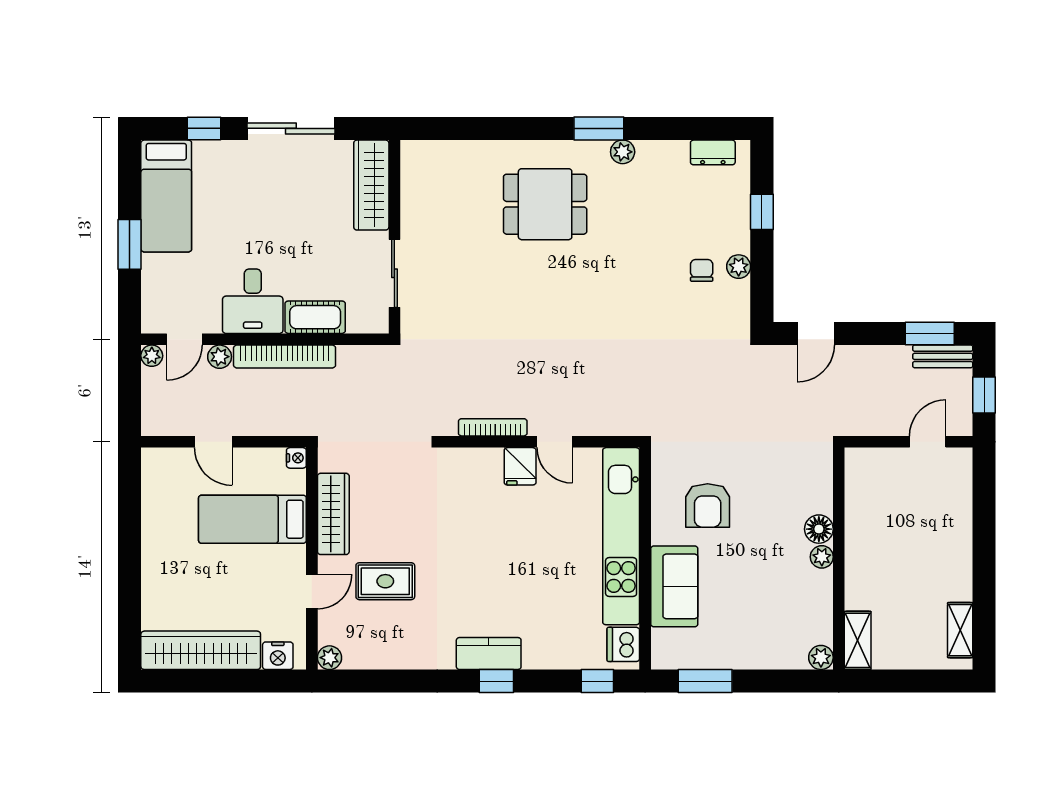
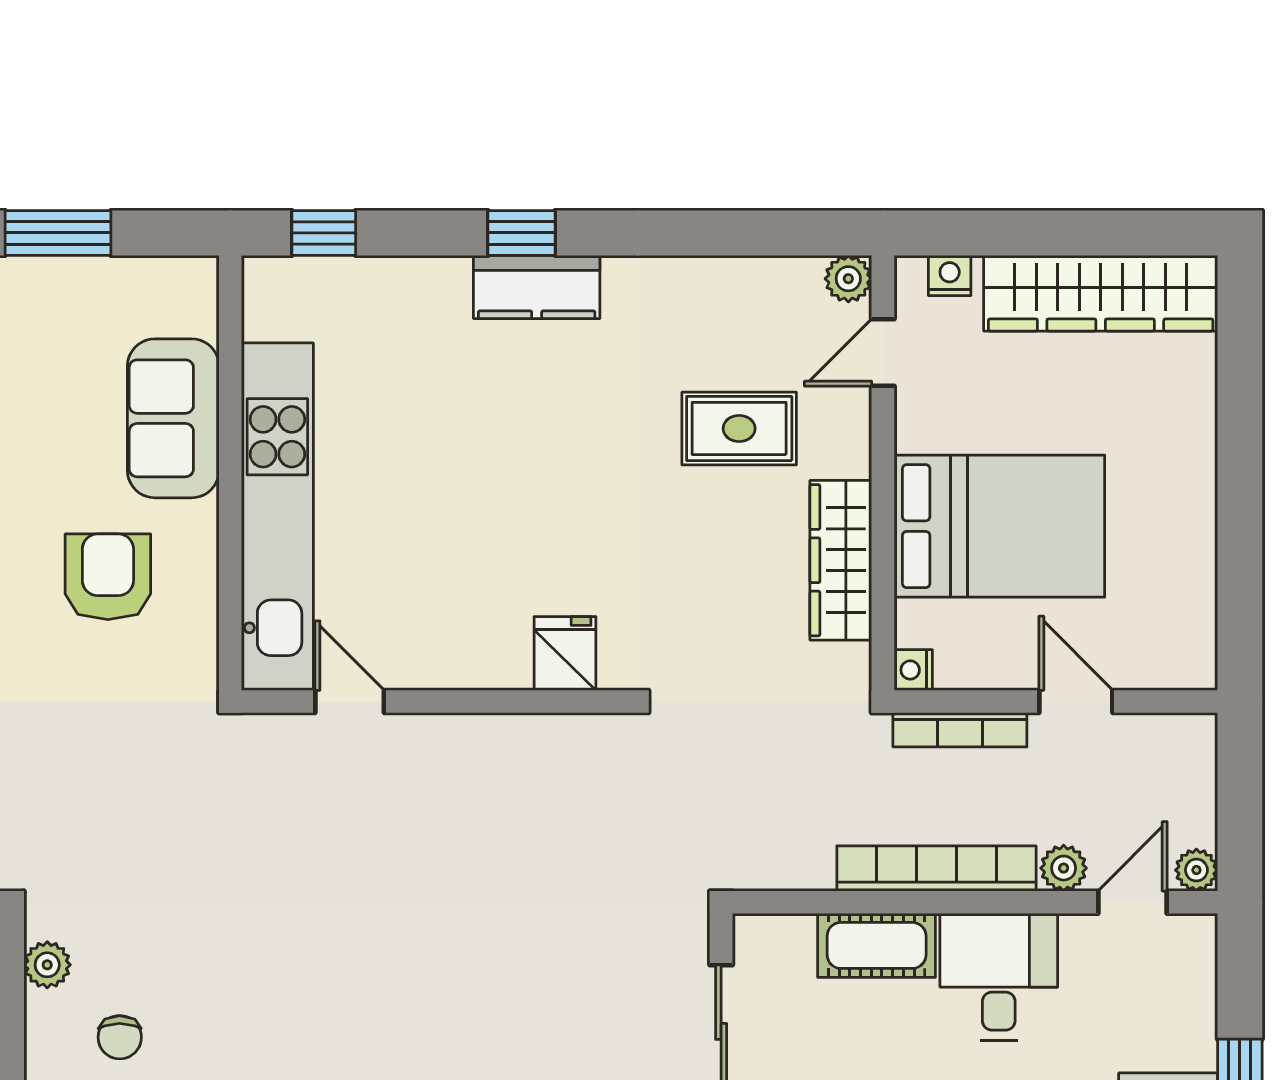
plant: (739, 267) -> (47, 965), moved
bookcase: (493, 427) -> (960, 730), moved
door: (555, 442) -> (350, 701), moved
fridge: (520, 466) -> (565, 653), moved
bed: (252, 519) -> (999, 526), width x1.50
door: (312, 592) -> (883, 353), moved
dishwasher: (623, 644) -> (273, 305), removed
nightstand: (278, 656) -> (950, 275), width x0.72, depth x0.74
window: (705, 681) -> (58, 233), moved

